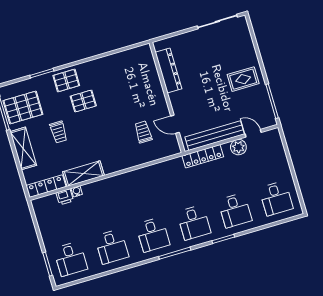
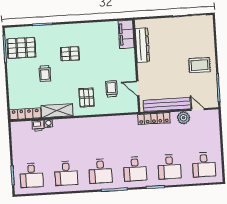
filing cabinet: (146, 62) -> (126, 34), added
pallet: (66, 80) -> (86, 98), moved, turned 90
shelving: (23, 148) -> (14, 80), removed

